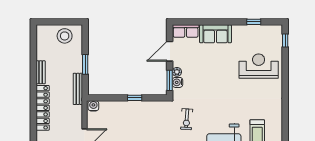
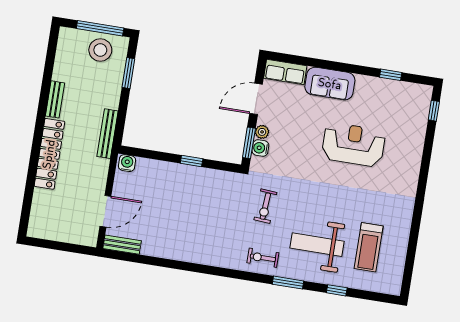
window: (62, 22) -> (100, 28), added
window: (85, 64) -> (128, 73), moved
reception desk: (259, 66) -> (353, 145), moved

